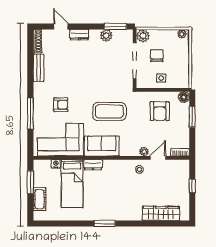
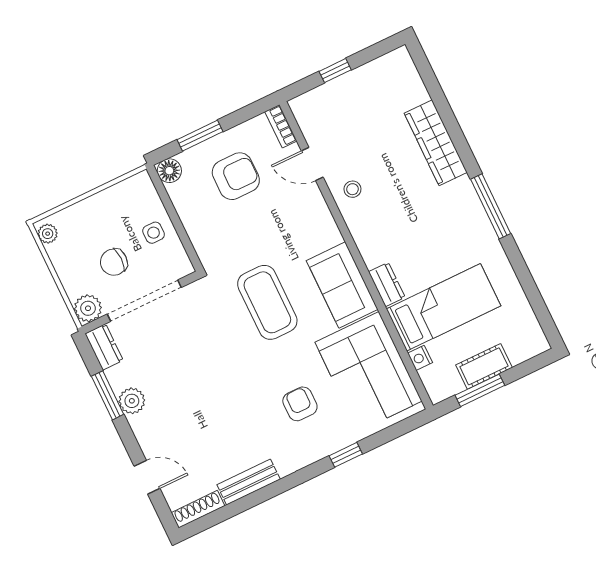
door: (61, 26) -> (147, 477), swing flipped
window: (115, 26) -> (108, 395), moved
dresser: (79, 35) -> (104, 347), moved
plant: (106, 35) -> (132, 401), moved
armchair: (160, 111) -> (236, 176), moved
window: (30, 114) -> (346, 455), width x0.46
plant: (144, 151) -> (313, 197), removed
cot: (40, 199) -> (484, 366), moved
wardrobe: (161, 213) -> (436, 143), moved
window: (105, 223) -> (491, 206), width x1.44

